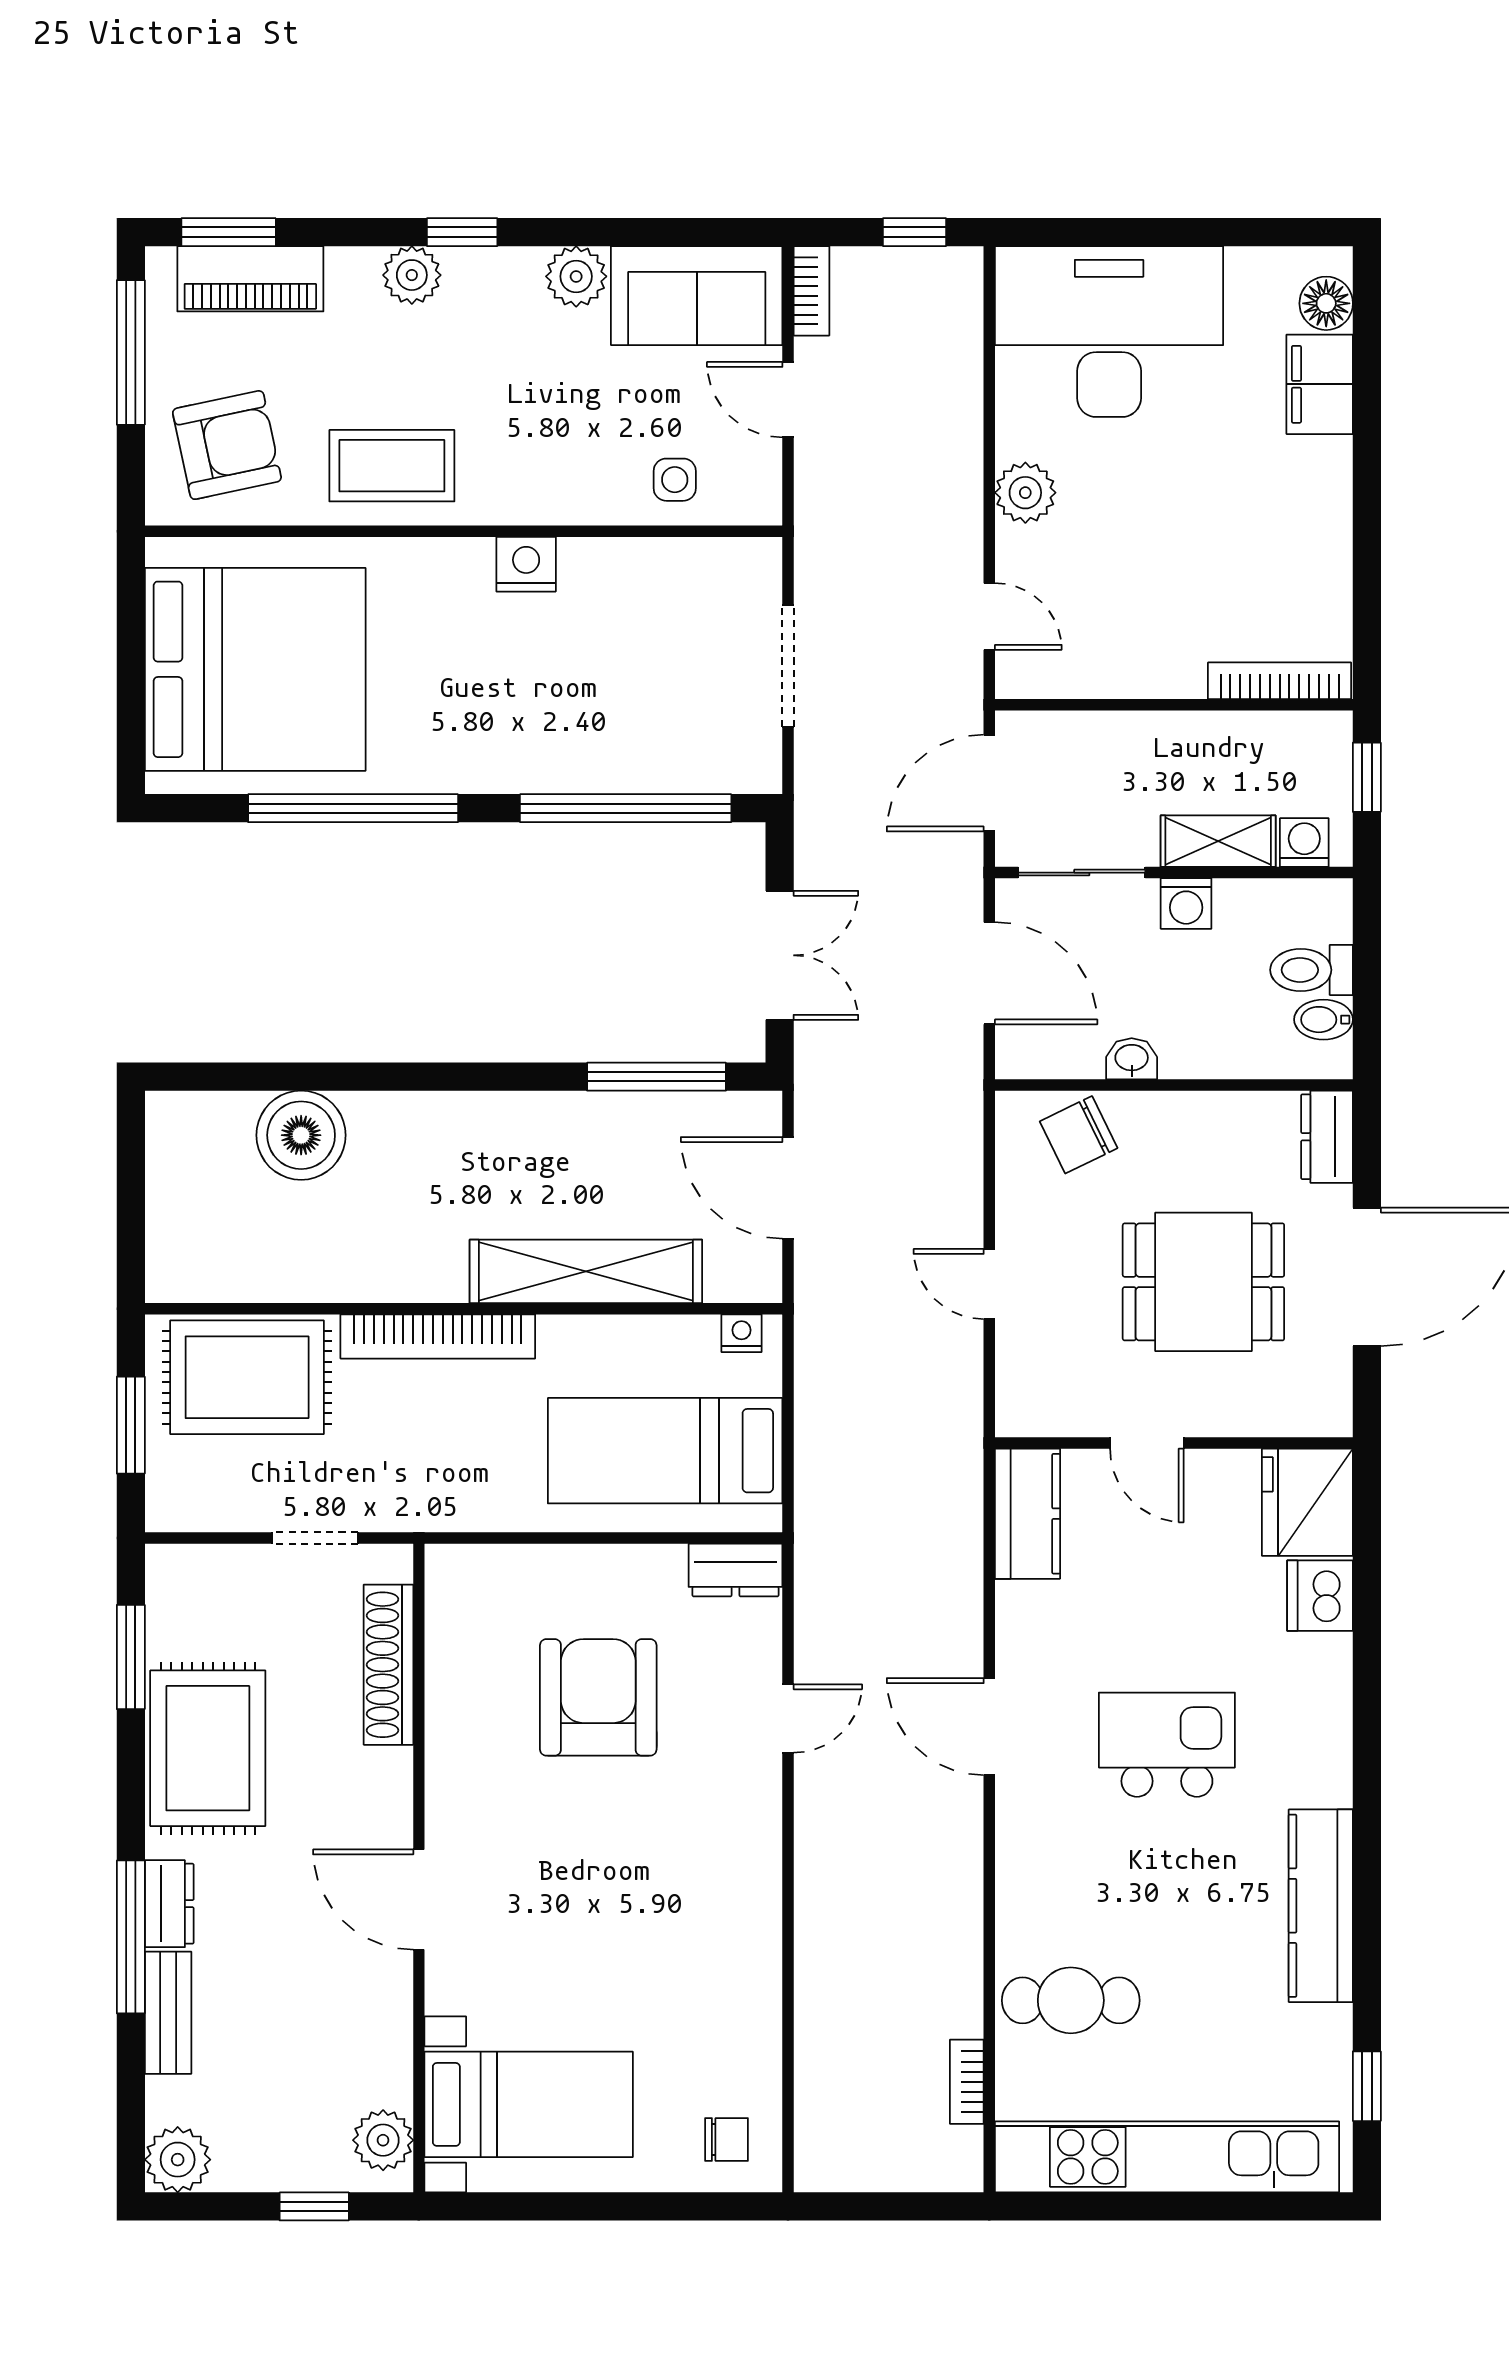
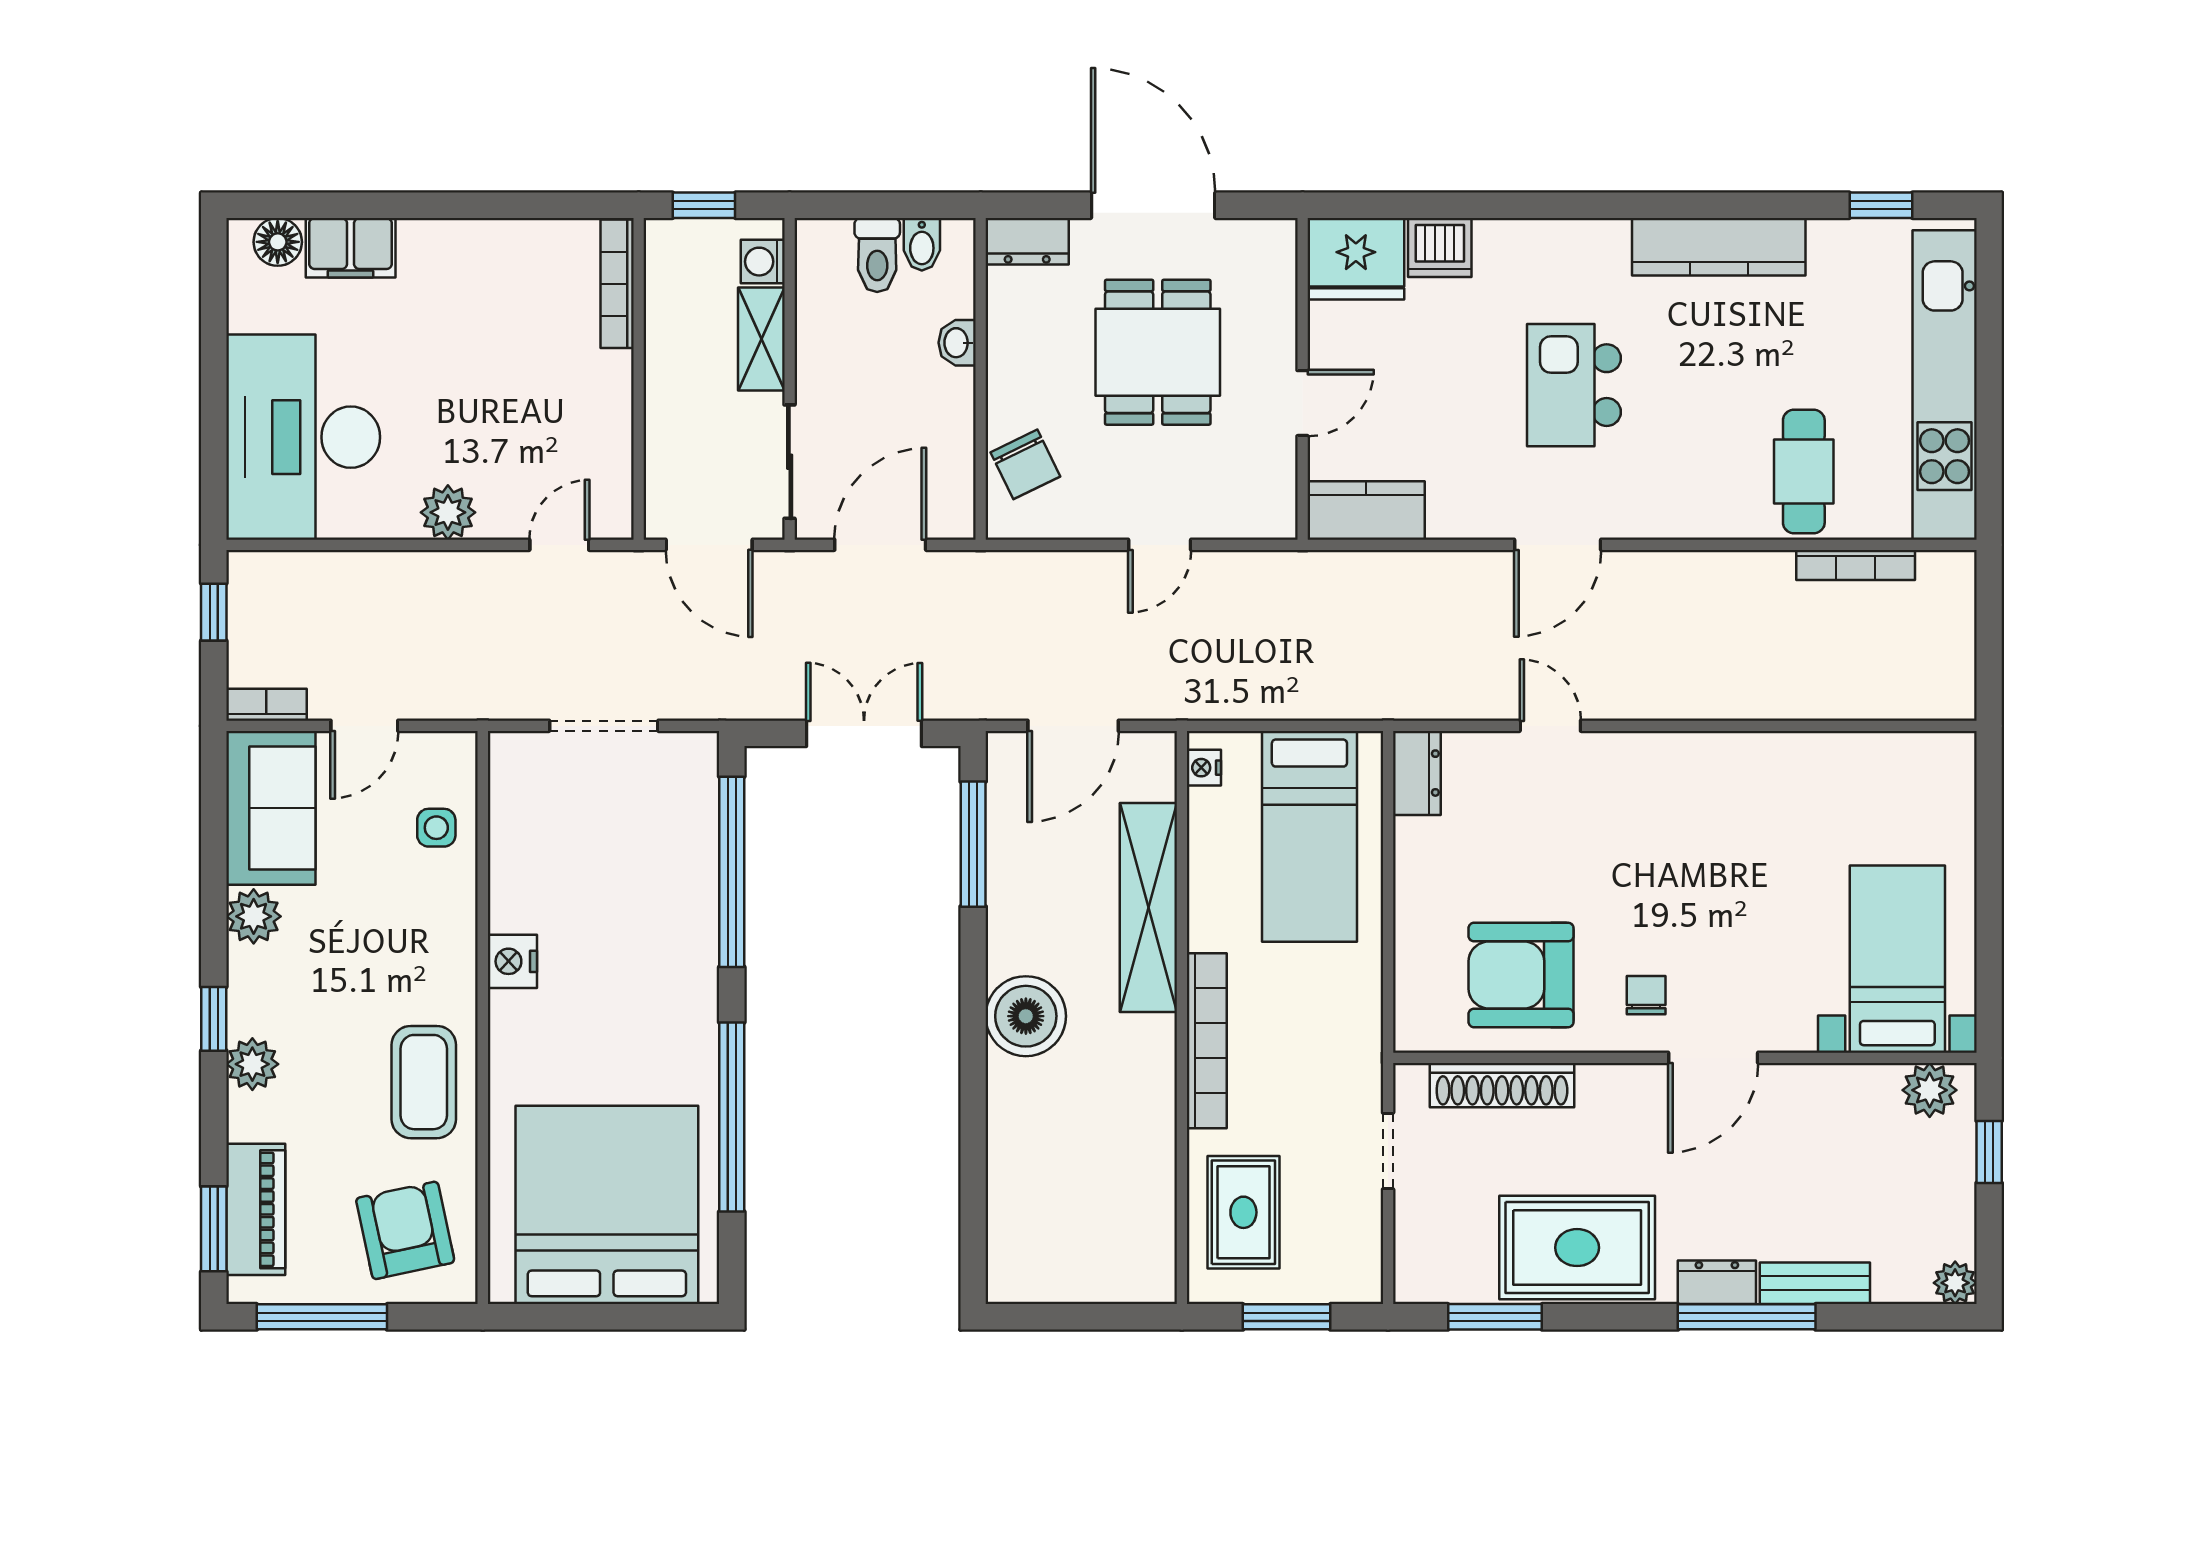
washing machine: (1186, 903) -> (817, 368), removed
washbasin: (1132, 1059) -> (957, 343), moved
boiler: (301, 1135) -> (1026, 1016), moved
rug: (247, 1377) -> (1243, 1212), width x0.73, depth x0.70
armchair: (598, 1697) -> (1521, 975), moved
bookcase: (967, 2082) -> (1856, 565), width x1.56
chair: (727, 2140) -> (1646, 995), moved
plant: (178, 2160) -> (1955, 1283), width x0.73, depth x0.73

